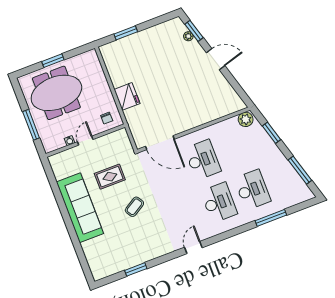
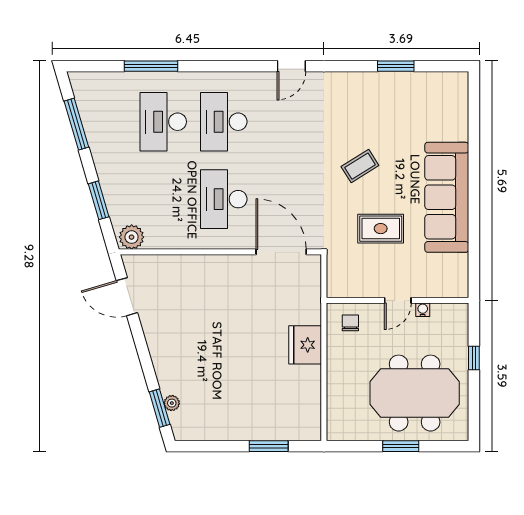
door: (216, 59) -> (127, 297), moved
window: (31, 125) -> (474, 358), width x0.46

